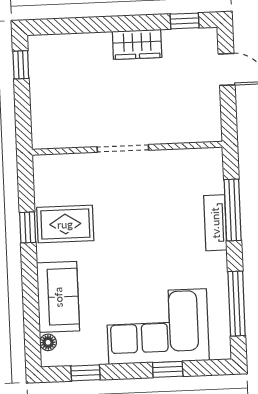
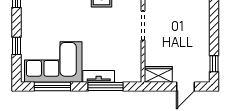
wardrobe: (137, 44) -> (158, 74), moved, turned 90
corner sofa: (158, 327) -> (53, 62), moved, turned -90

